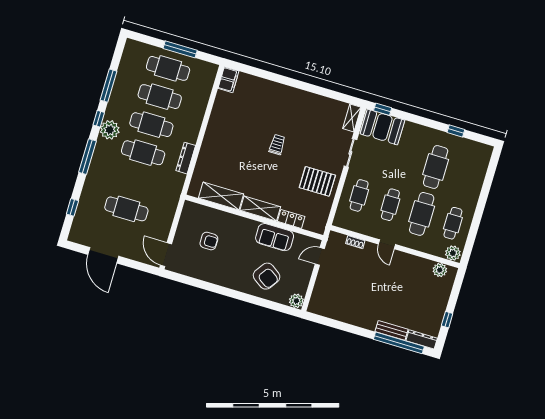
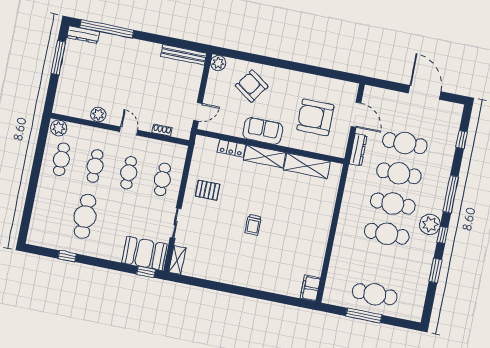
window: (108, 86) -> (435, 271), width x0.69
cafe table: (160, 97) -> (399, 173), moved
dresser: (186, 158) -> (358, 150), moved
pallet: (317, 181) -> (207, 190), width x0.67, depth x0.71
cafe table: (422, 214) -> (95, 166), width x0.73, depth x0.74
sofa: (275, 237) -> (263, 131), moved
armchair: (209, 241) -> (315, 117), width x1.88, depth x1.88
door: (166, 255) -> (356, 115), moved
plant: (440, 270) -> (98, 115), moved
window: (447, 320) -> (58, 58), width x2.17
bench: (392, 330) -> (184, 55), moved, width x1.36

